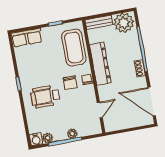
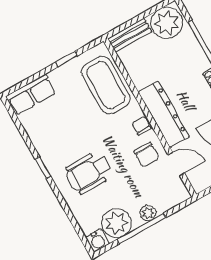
dresser: (100, 64) -> (164, 114), moved
chair: (70, 83) -> (147, 155), moved
door: (100, 110) -> (176, 164), hinge flipped
plant: (48, 138) -> (116, 223), width x1.88, depth x1.88

